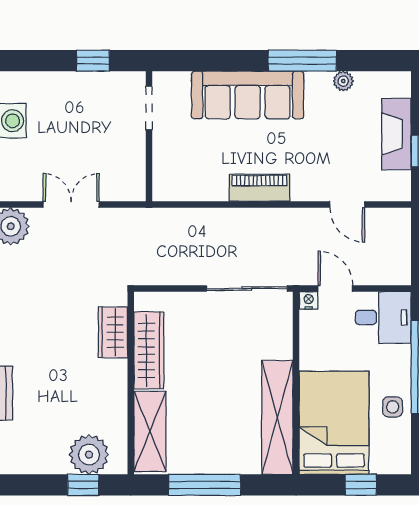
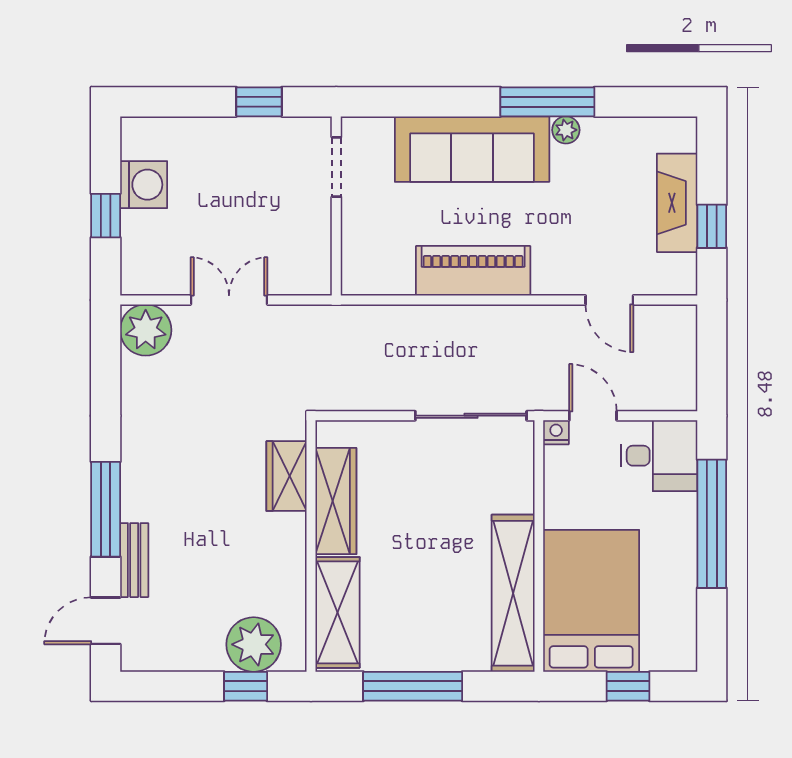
plant: (343, 81) -> (566, 130), moved
piano: (259, 188) -> (473, 271), width x1.37, depth x1.33
side table: (393, 407) -> (672, 579), removed

